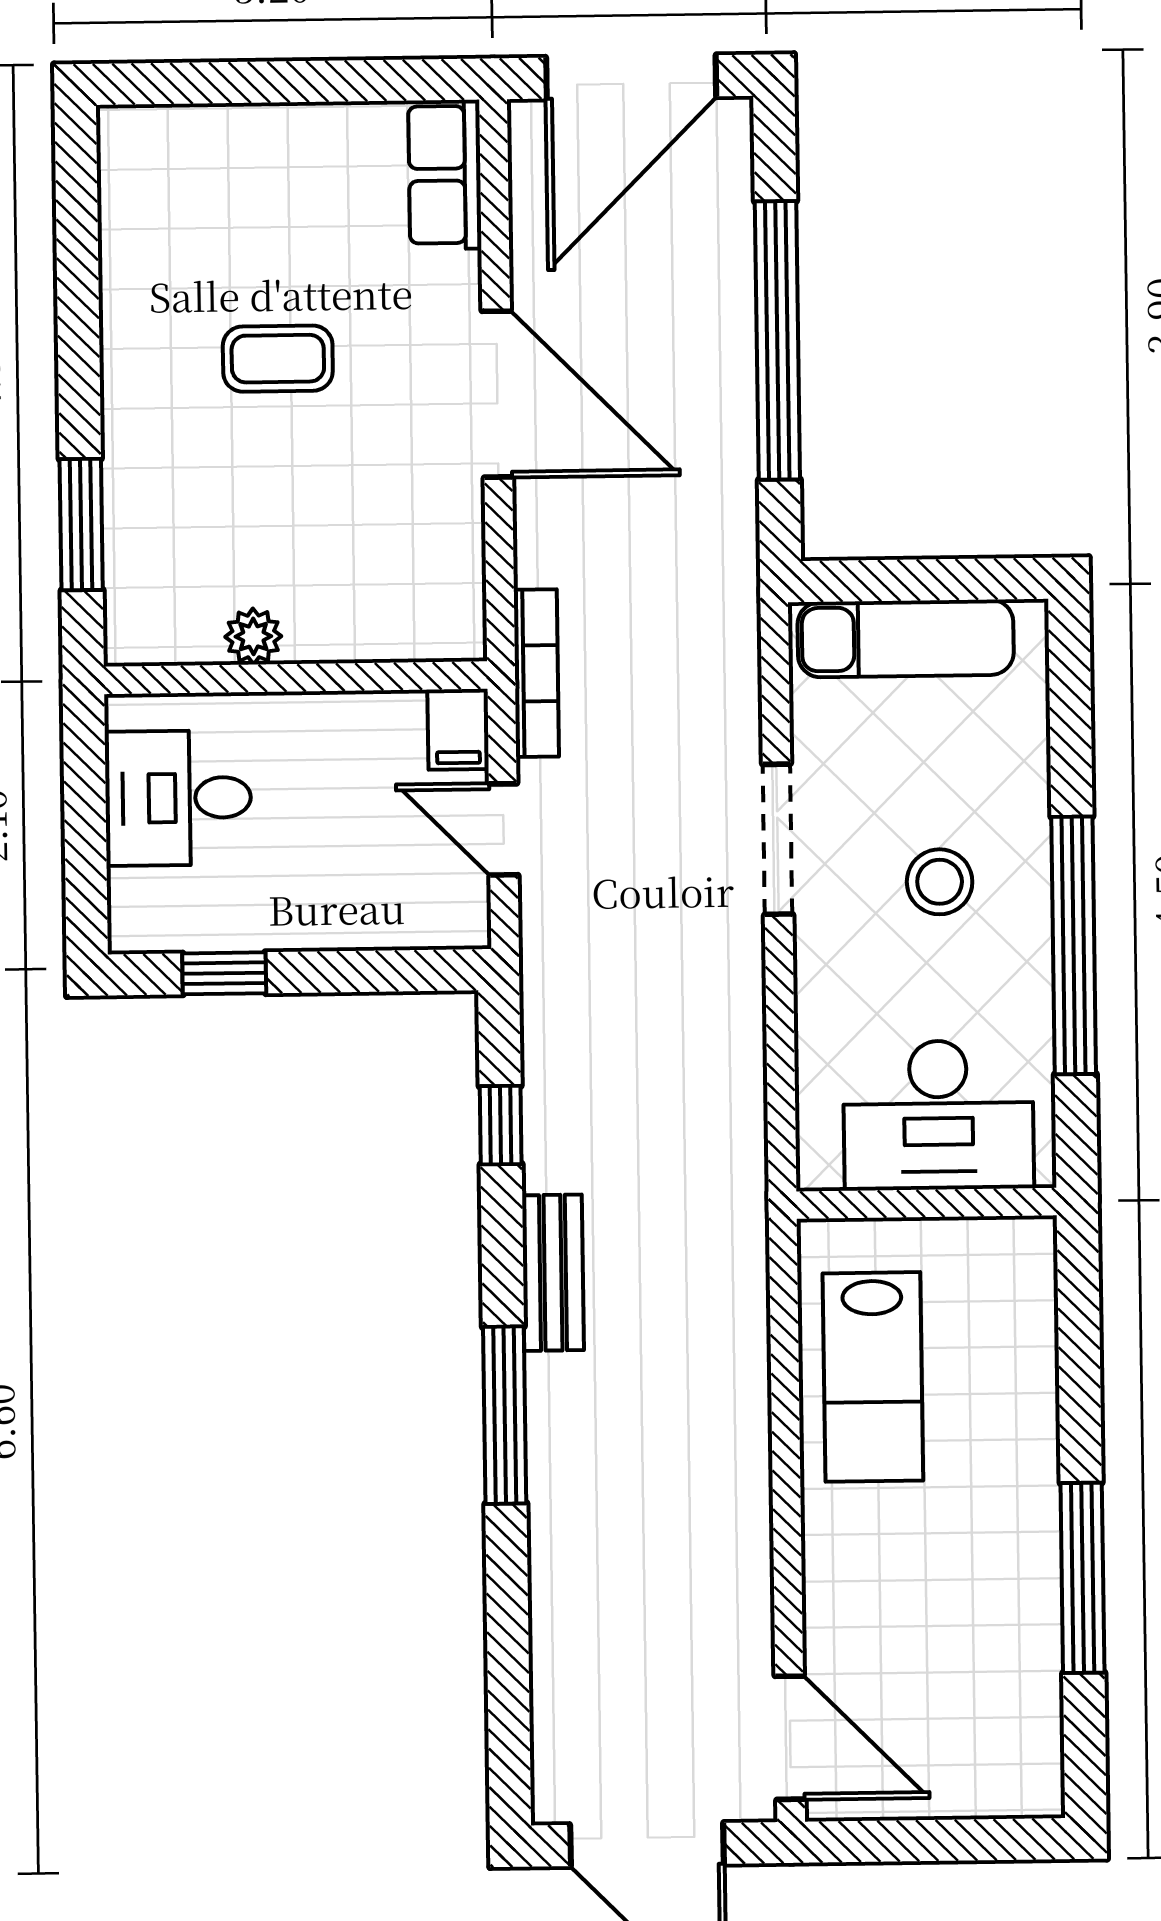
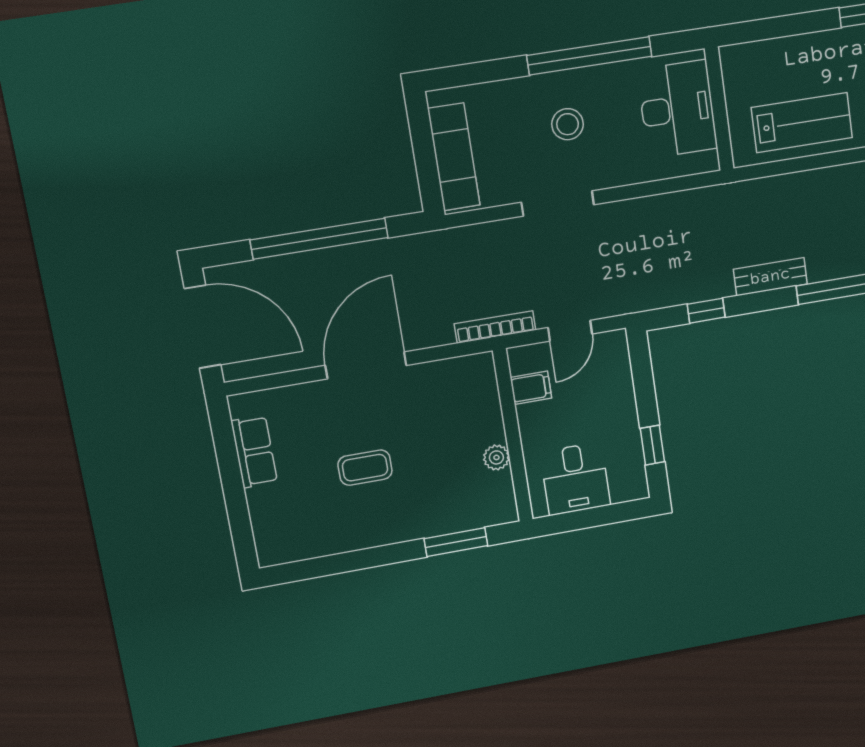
row of seats: (445, 175) -> (254, 452), moved, turned -90
coffee table: (278, 359) -> (365, 468), turned 90
filing cabinet: (458, 729) -> (531, 388), moved

